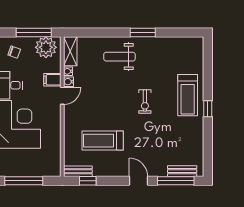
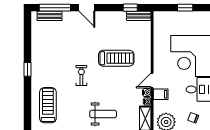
treadmill: (188, 95) -> (48, 105), moved
treadmill: (103, 141) -> (116, 58), moved
window: (24, 181) -> (185, 8), width x0.46

